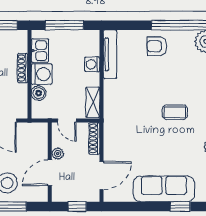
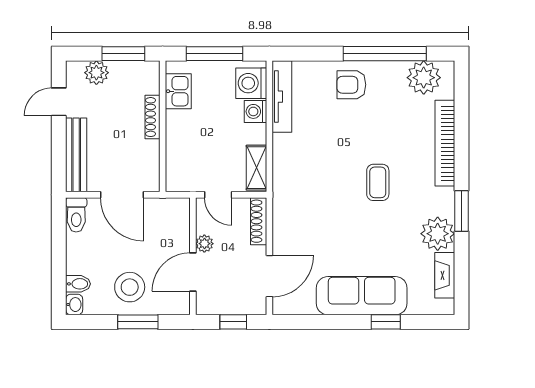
washing machine: (42, 74) -> (251, 83), moved, turned 180
boiler: (39, 93) -> (176, 154), removed
coffee table: (175, 112) -> (378, 182), turned 90

